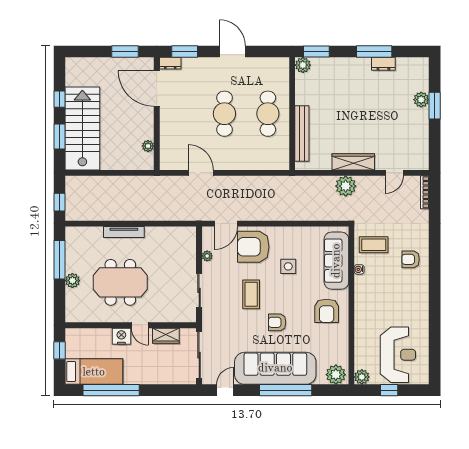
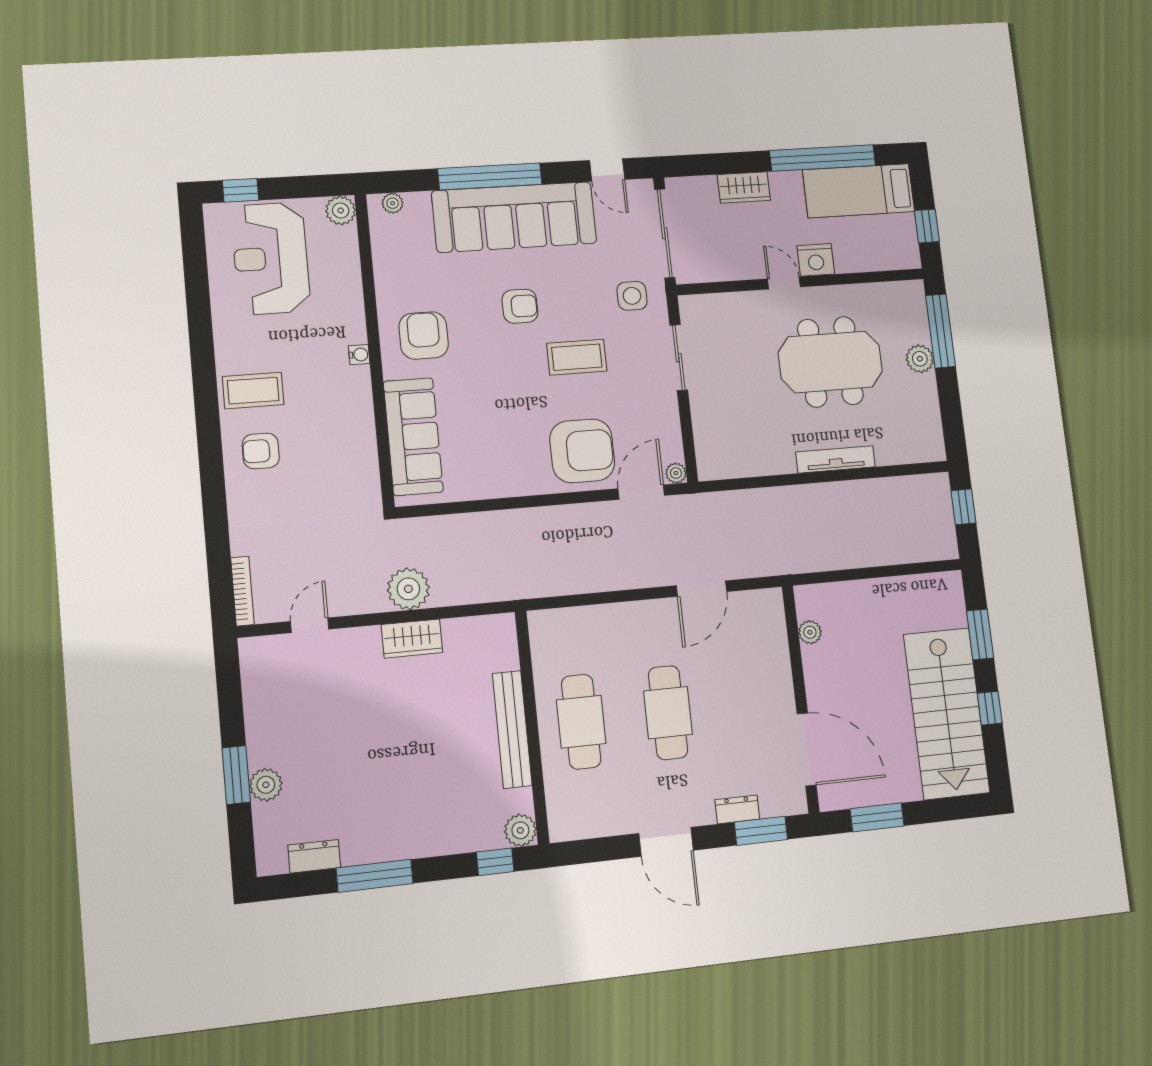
window: (316, 52) -> (495, 862), width x0.67
dresser: (170, 63) -> (737, 809), moved
dresser: (383, 64) -> (314, 856), moved
stairs: (82, 128) -> (947, 713), moved
bench: (302, 134) -> (512, 729), moved
wardrobe: (353, 162) -> (412, 639), width x0.67
door: (201, 173) -> (701, 589), hinge flipped
coffee table: (374, 245) -> (253, 391), moved
plant: (207, 256) -> (676, 473), moved
armchair: (411, 259) -> (261, 451), turned 180
window: (59, 260) -> (941, 331), moved
side table: (288, 266) -> (632, 296), moved
water cooler: (359, 269) -> (359, 355), moved
coffee table: (251, 294) -> (577, 357), turned 90
wardrobe: (166, 336) -> (744, 187), moved, turned 180
plant: (336, 375) -> (393, 203), width x0.53, depth x0.53
door: (225, 390) -> (607, 170), hinge flipped
window: (389, 390) -> (241, 190), moved

